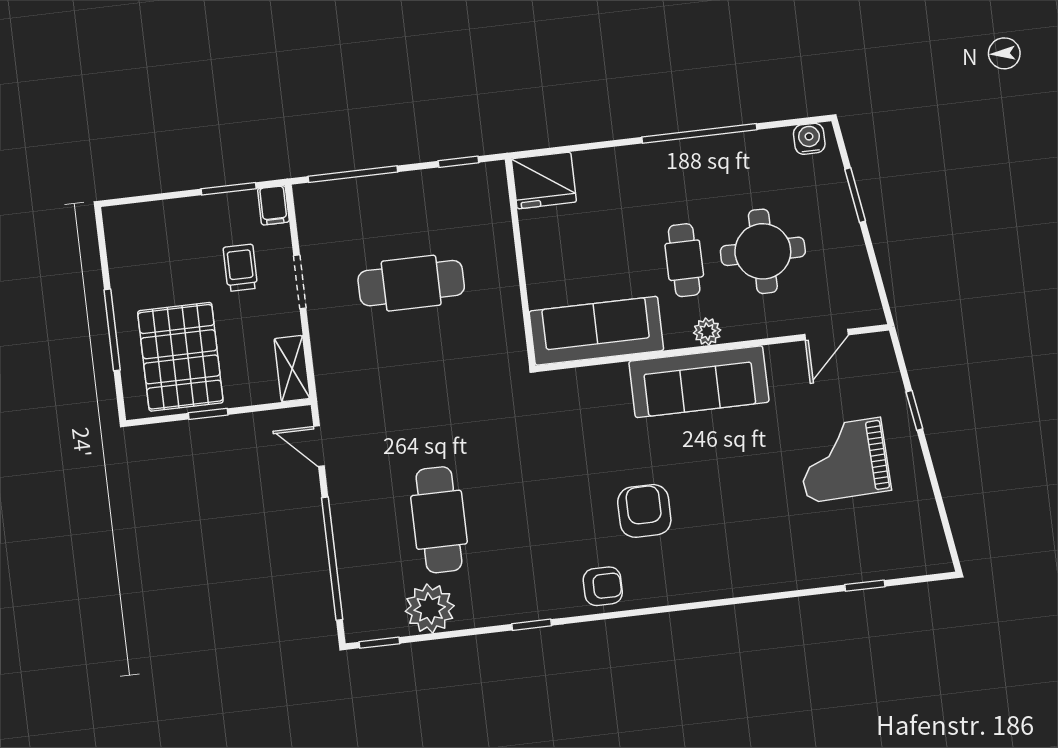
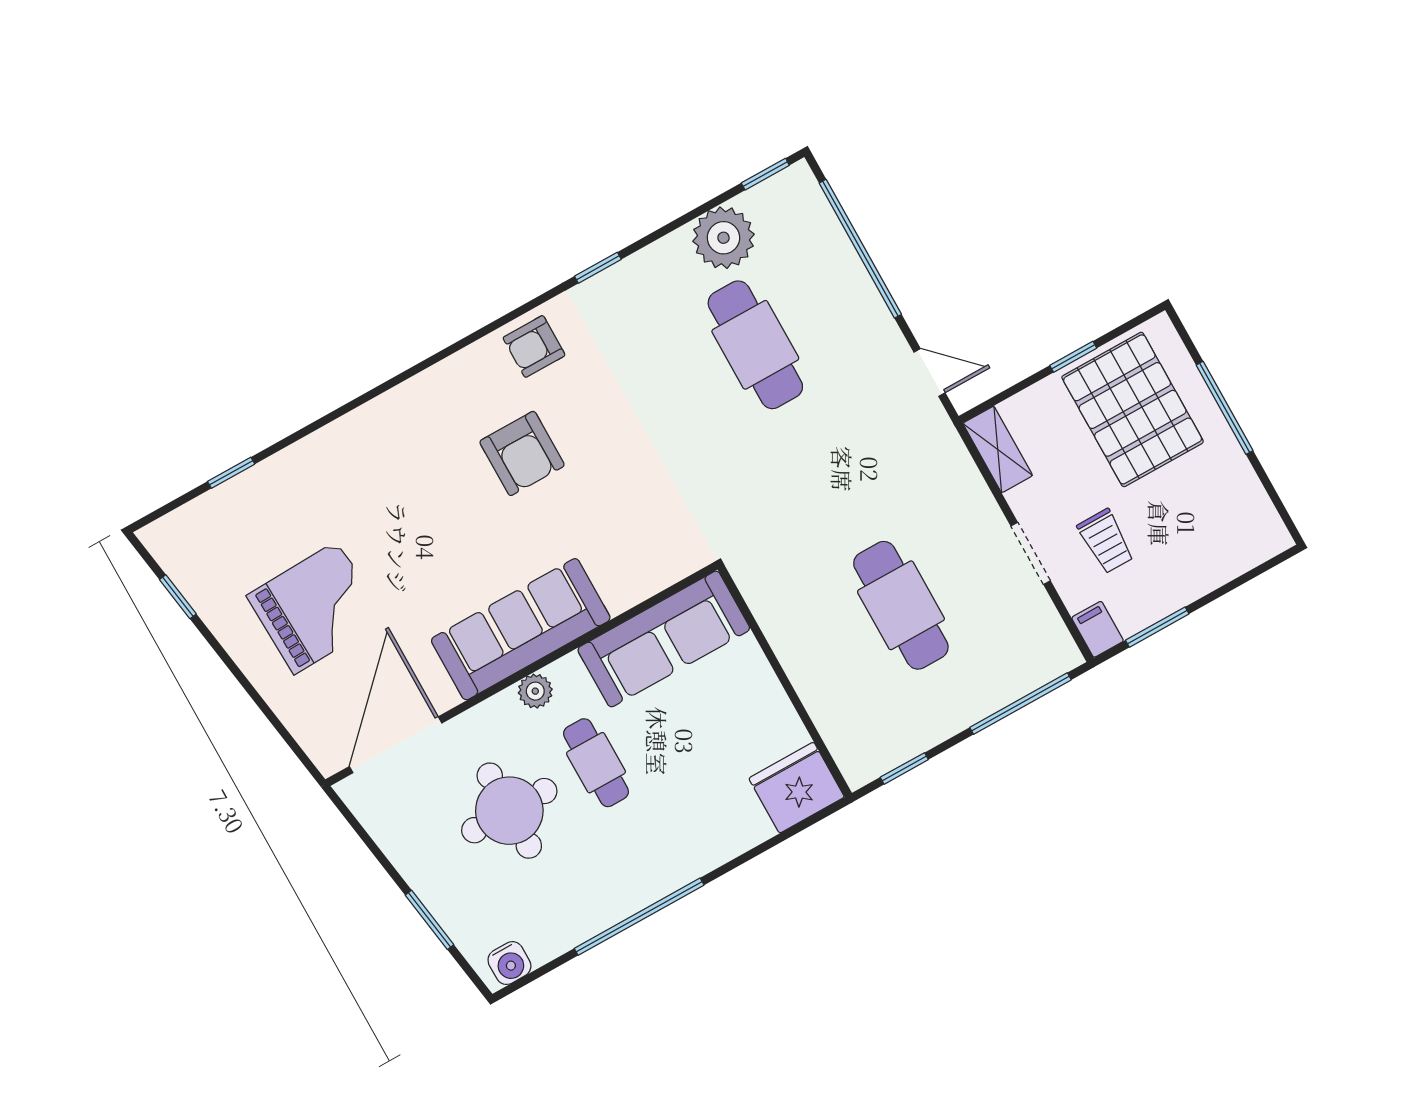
cafe table: (411, 283) -> (901, 605), turned 90
door: (826, 335) -> (396, 745), width x1.87
window: (914, 410) -> (178, 597), moved

